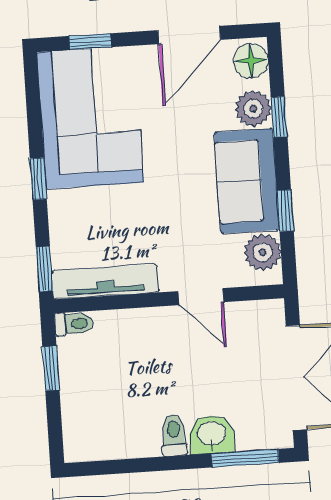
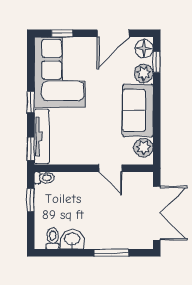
window: (279, 117) -> (157, 62), moved
window: (285, 211) -> (157, 127), removed
tv unit: (105, 282) -> (42, 136), moved, turned 90
washbasin: (212, 434) -> (72, 239), moved
toilet: (174, 435) -> (53, 239), moved
window: (245, 458) -> (111, 253), moved

